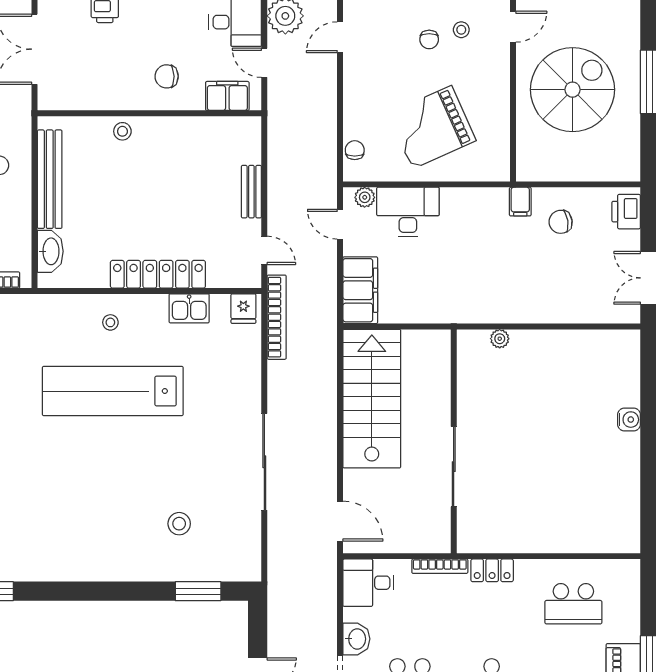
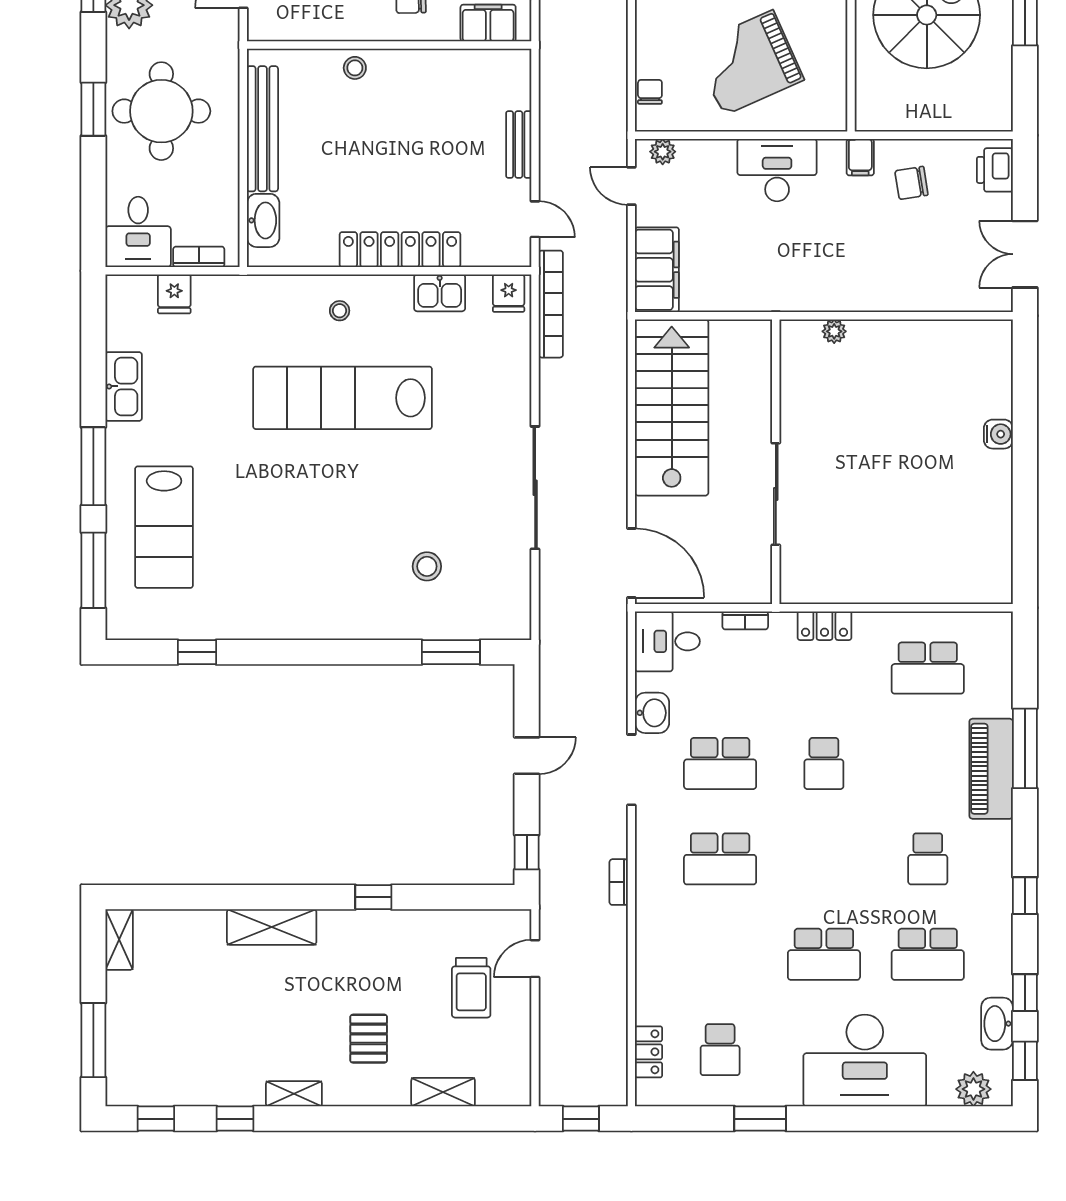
desk: (408, 212) -> (777, 170), moved
door: (340, 521) -> (631, 563), width x1.36
bookcase: (440, 566) -> (745, 620), width x0.64

